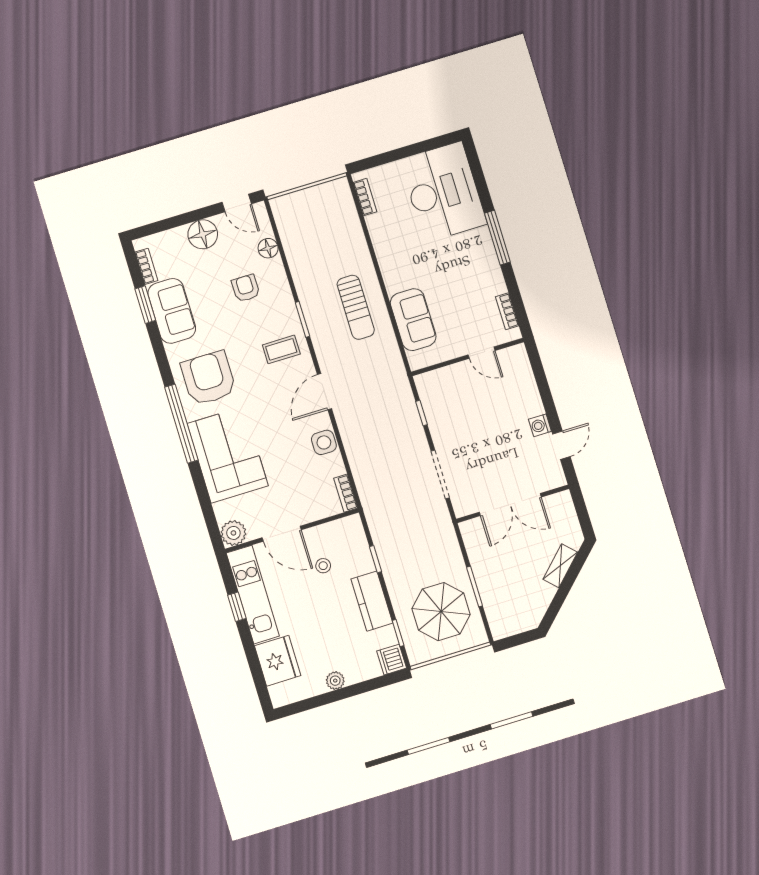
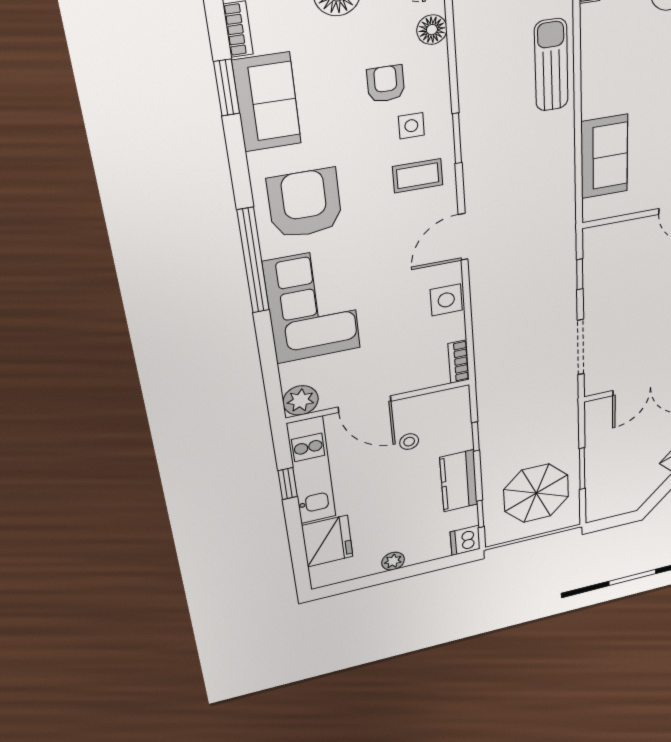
sun lounger: (356, 307) -> (551, 65), moved, turned 180
side table: (269, 314) -> (411, 126), added

